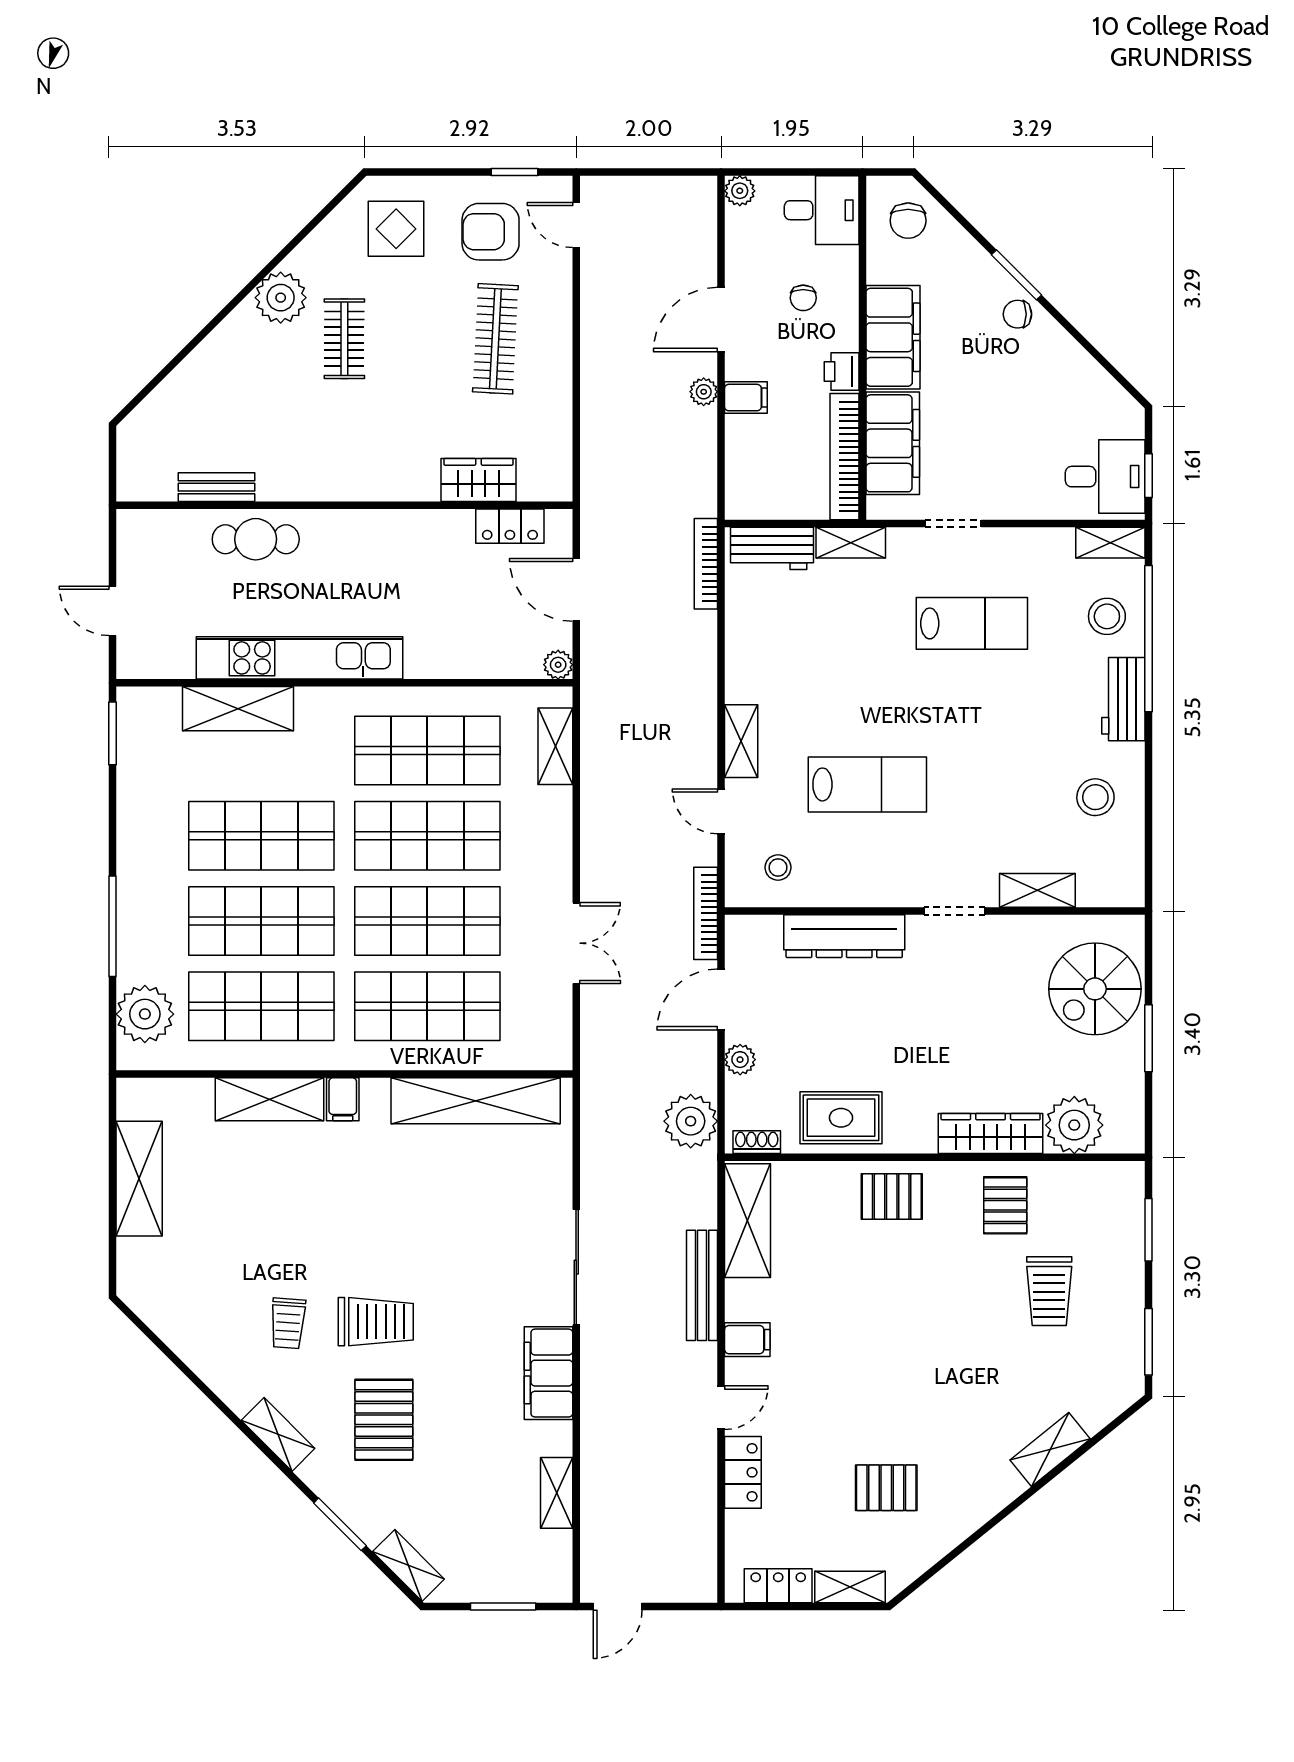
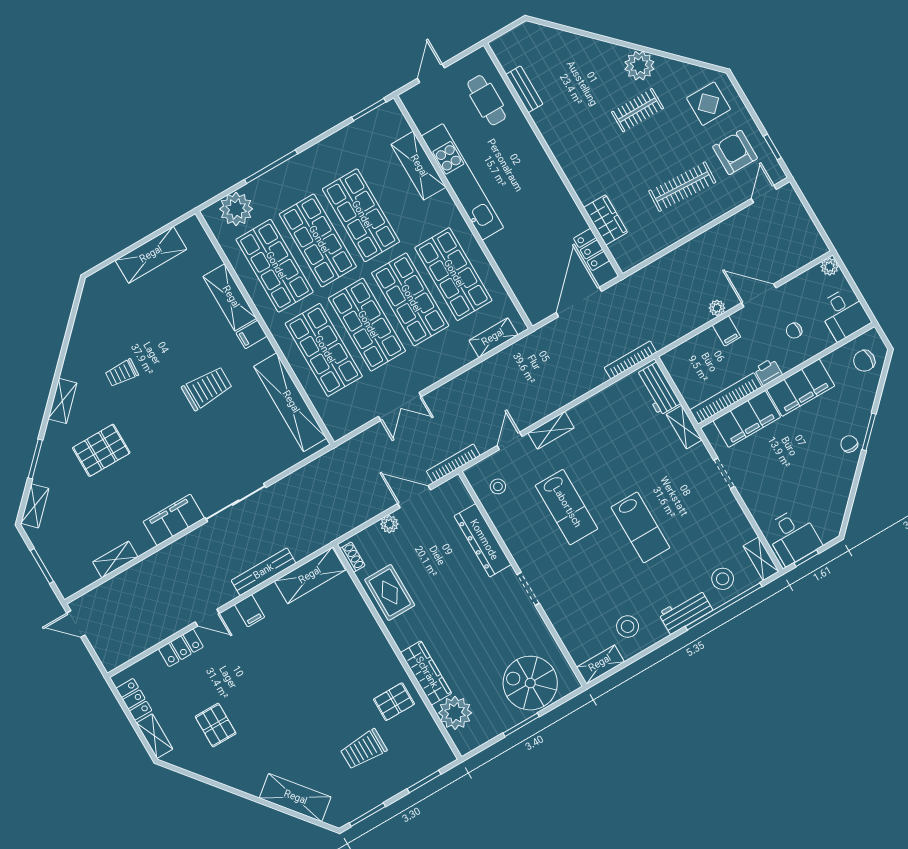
cafe table: (256, 539) -> (487, 100), moved
door: (576, 590) -> (579, 302), width x1.36
lab bench: (972, 623) -> (640, 527), moved
plant: (558, 665) -> (536, 315), removed
shelving: (1037, 890) -> (600, 664), moved, turned 90
plant: (691, 1121) -> (343, 517), removed
pallet: (892, 1197) -> (365, 642), removed
trolley: (376, 1322) -> (207, 388), moved, turned -90
shelving: (1050, 1449) -> (295, 798), width x1.50, depth x1.33

